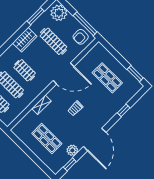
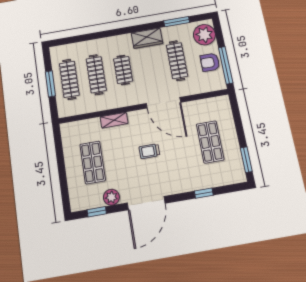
armchair: (81, 37) -> (210, 62), moved

